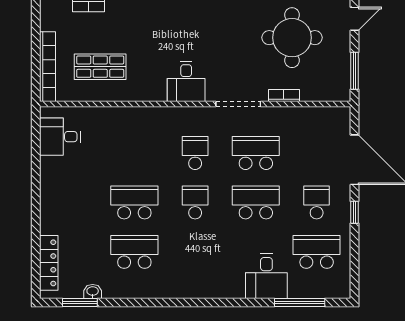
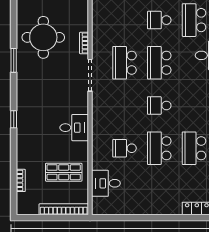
shop shelf: (100, 67) -> (64, 172), turned 90
desk: (186, 82) -> (74, 128), moved
desk: (60, 137) -> (106, 183), moved, turned 90
school desk: (195, 153) -> (124, 148), moved

